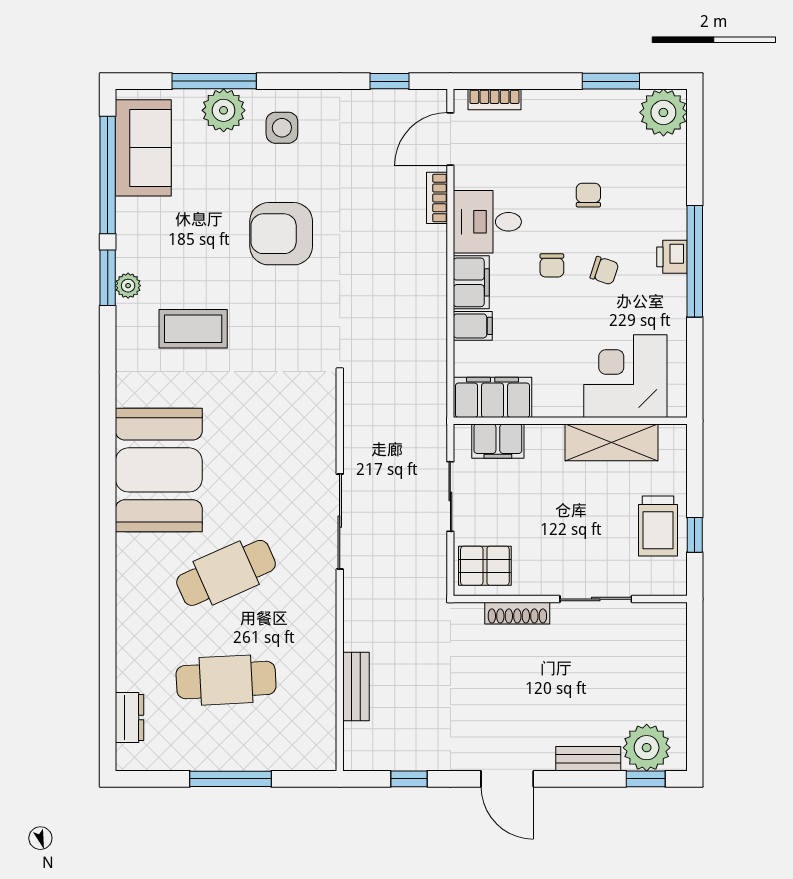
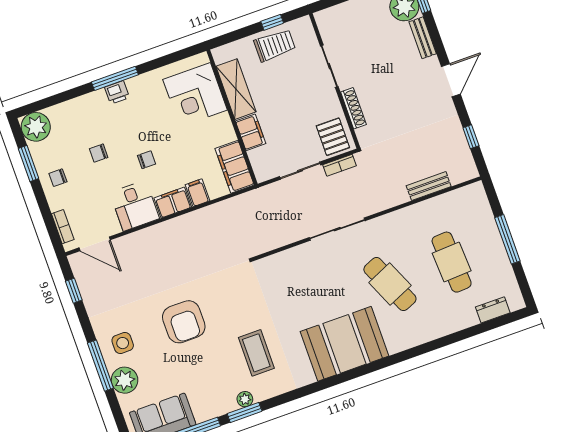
window: (214, 81) -> (100, 366), moved
bookcase: (437, 198) -> (340, 165), moved
window: (695, 261) -> (115, 78), width x0.68
chair: (604, 271) -> (58, 178), moved, turned -108
filing cabinet: (498, 441) -> (251, 132), moved

